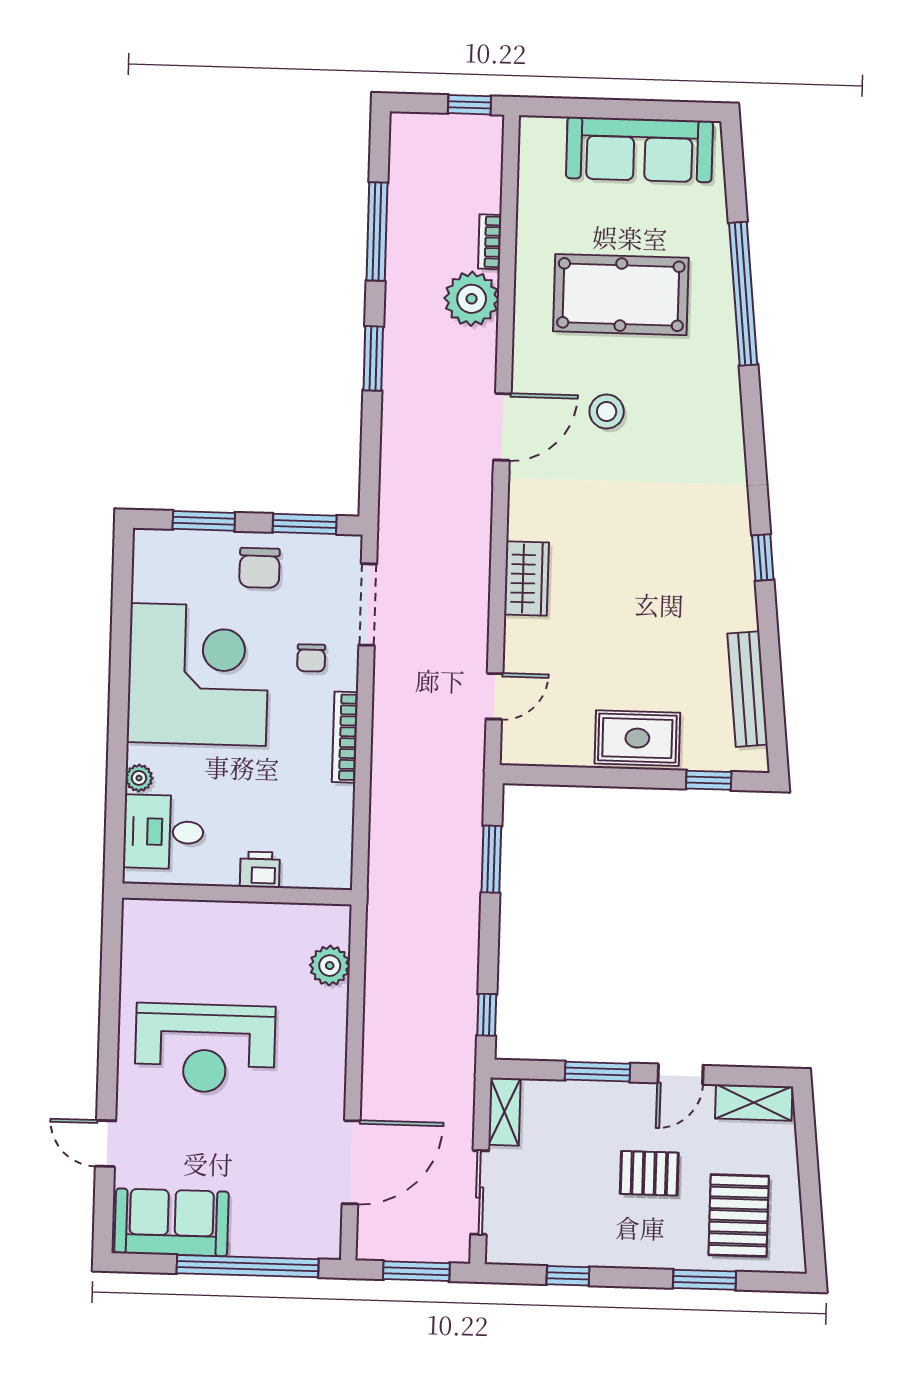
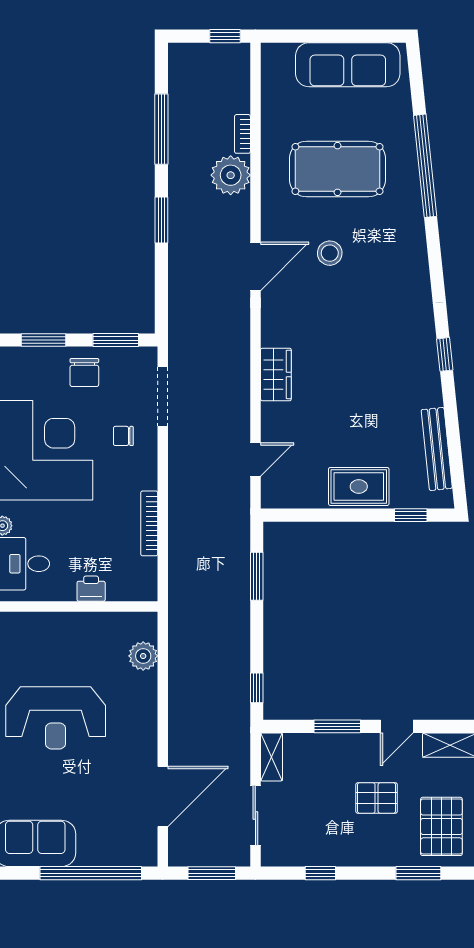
chair: (311, 658) -> (123, 436), turned 90
bookcase: (345, 737) -> (149, 523), moved

